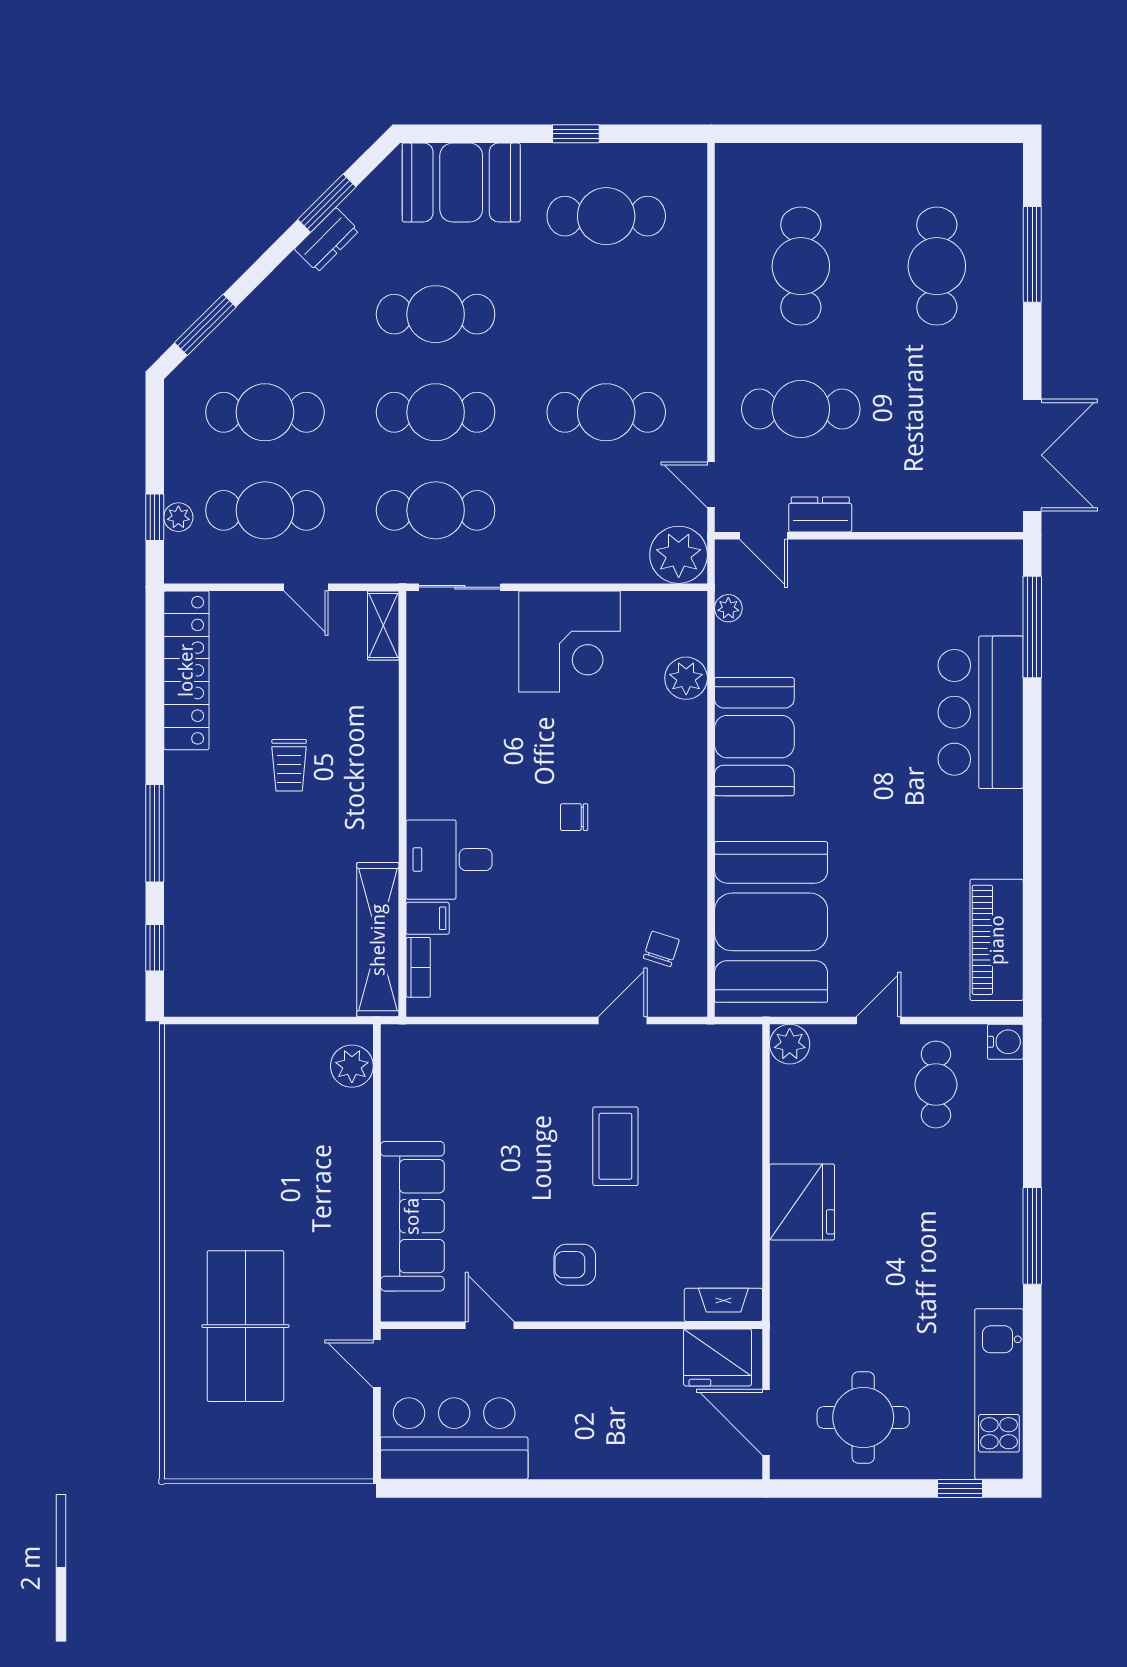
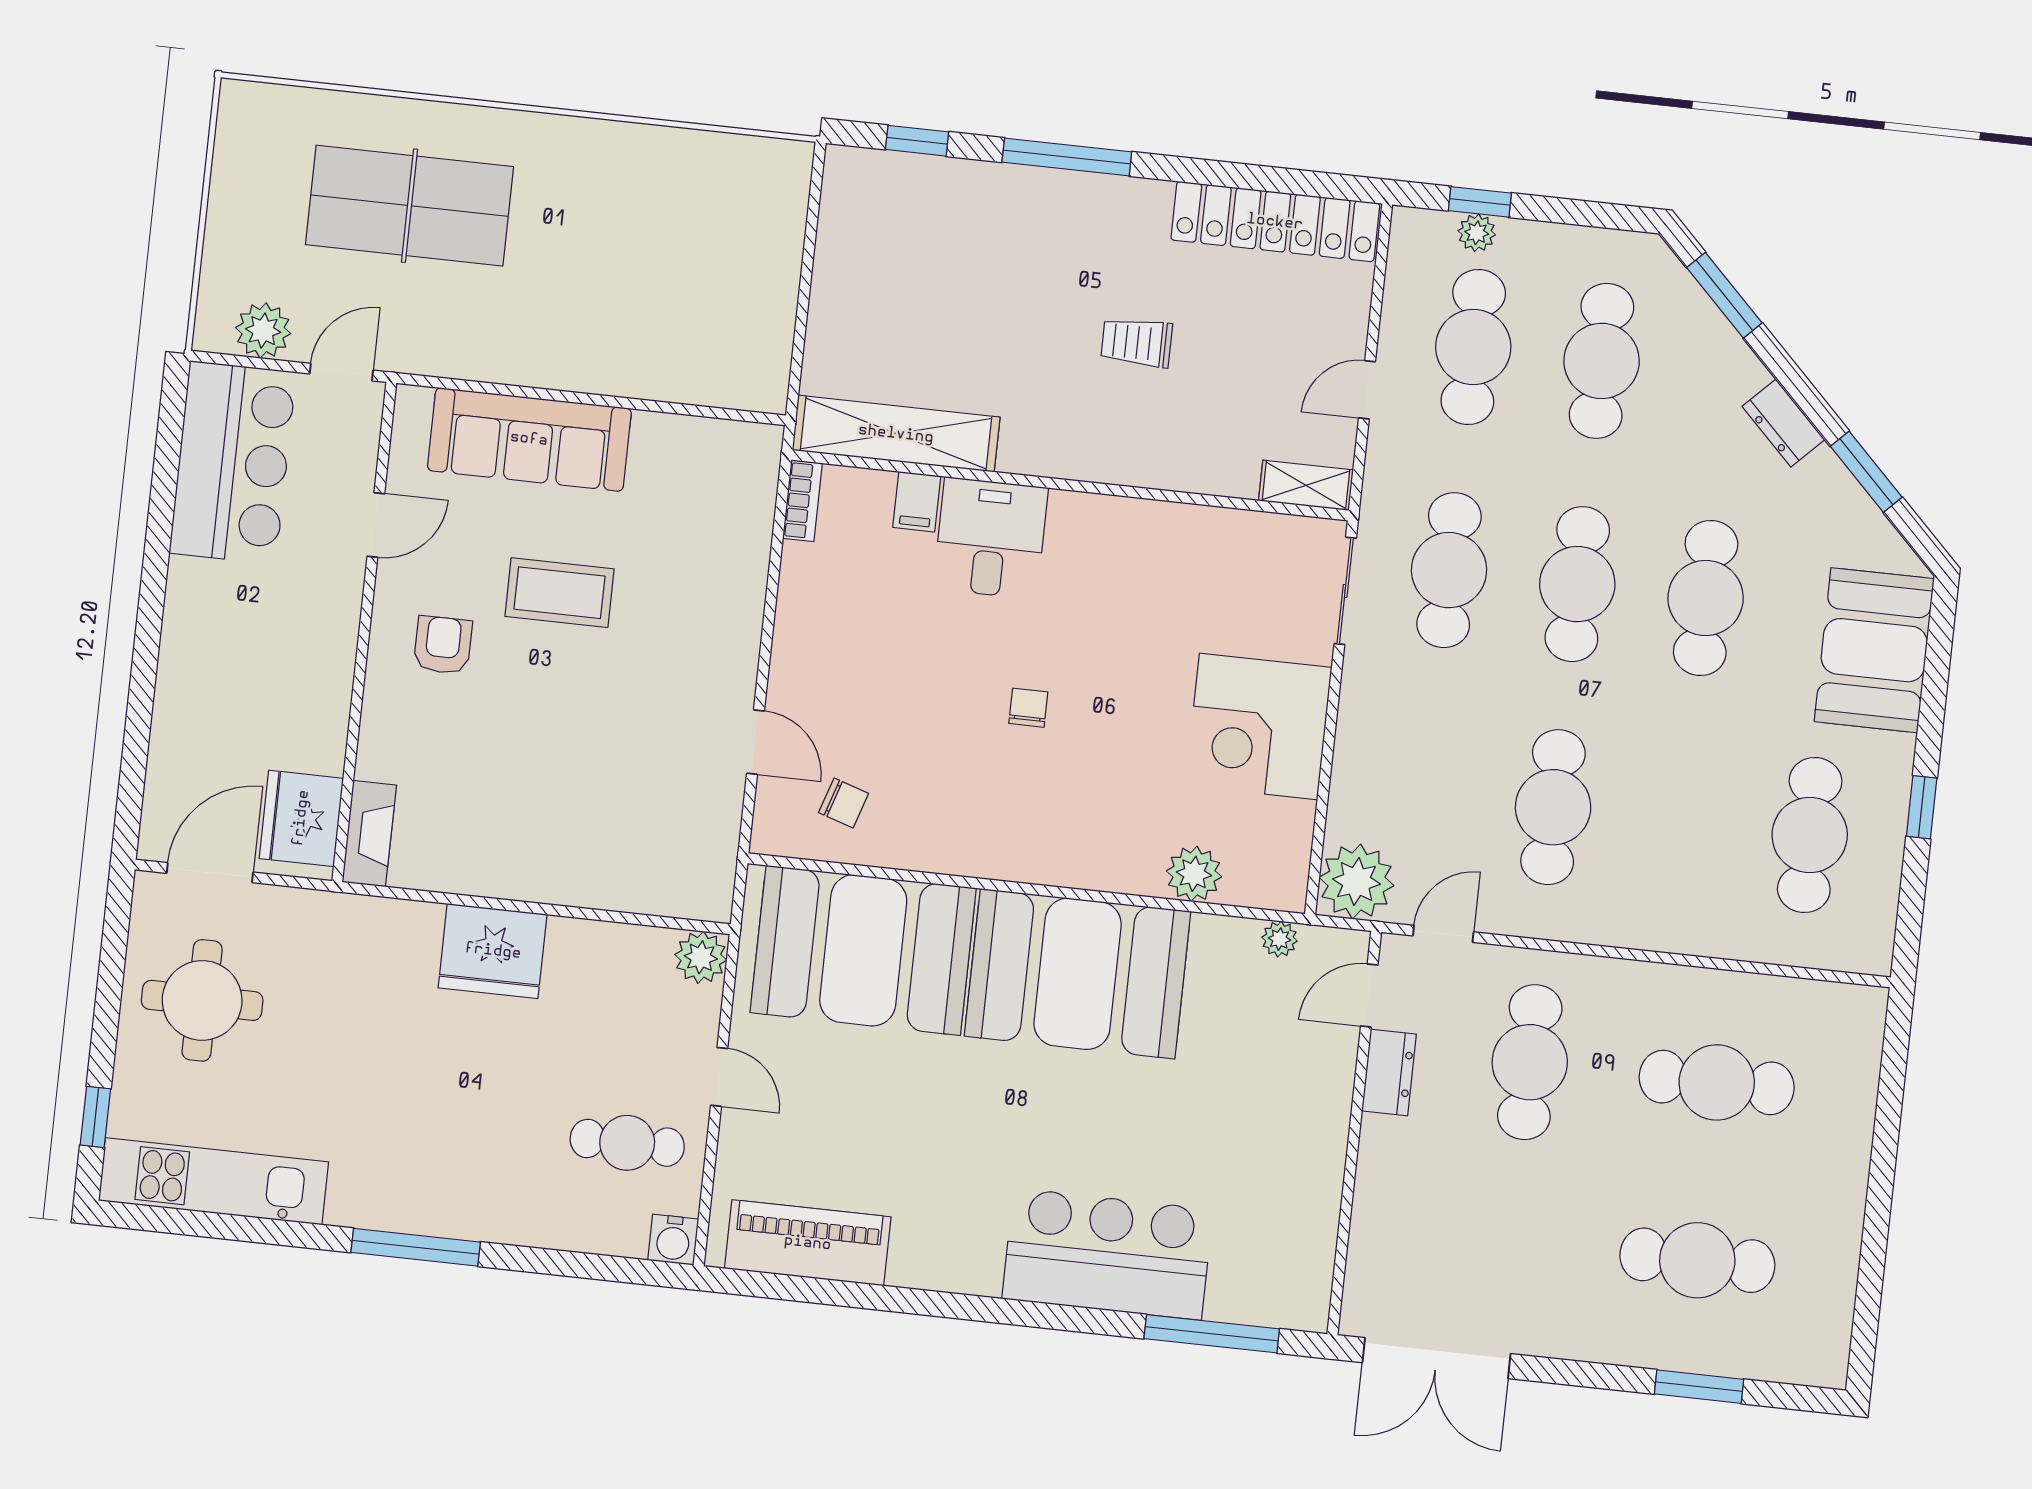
dresser: (327, 240) -> (1783, 423), moved
window: (1032, 254) -> (1699, 1387), width x0.69
booth: (754, 737) -> (1078, 974), width x1.36, depth x1.42
bookcase: (418, 967) -> (802, 501), moved, turned -90
plant: (352, 1066) -> (263, 331), moved
coffee table: (615, 1146) -> (560, 593), moved

